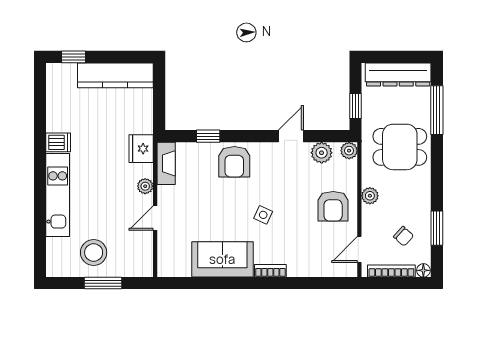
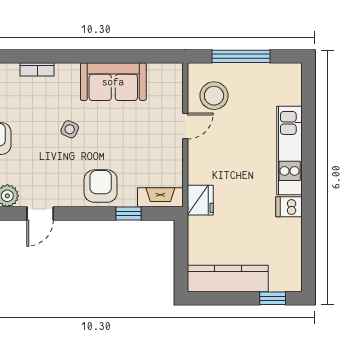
fireplace: (166, 163) -> (160, 197), moved, turned 90
plant: (145, 186) -> (196, 160), removed
stool: (94, 252) -> (214, 96), moved
bookcase: (270, 271) -> (37, 69), moved
window: (103, 283) -> (241, 56), width x1.44

